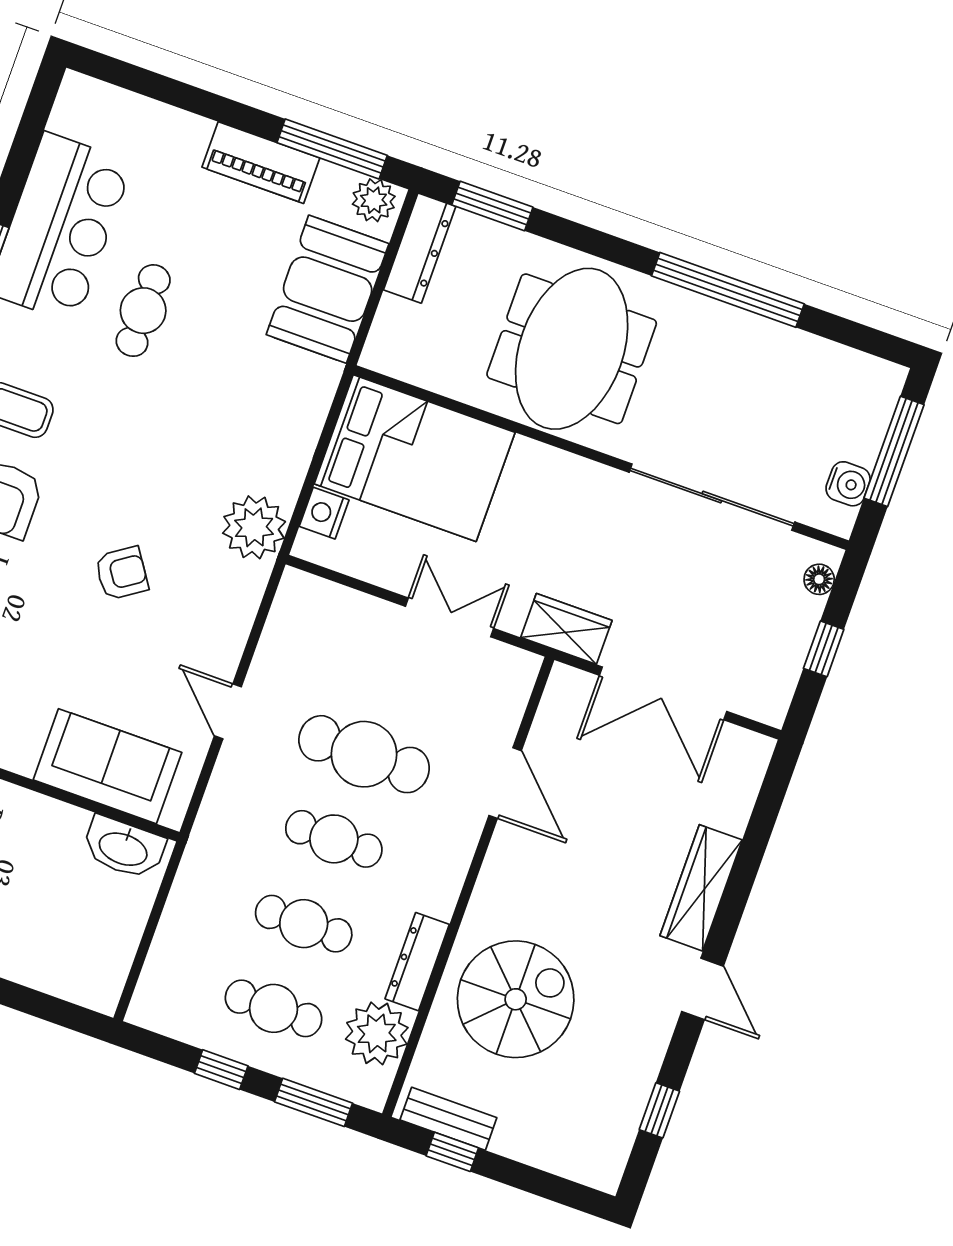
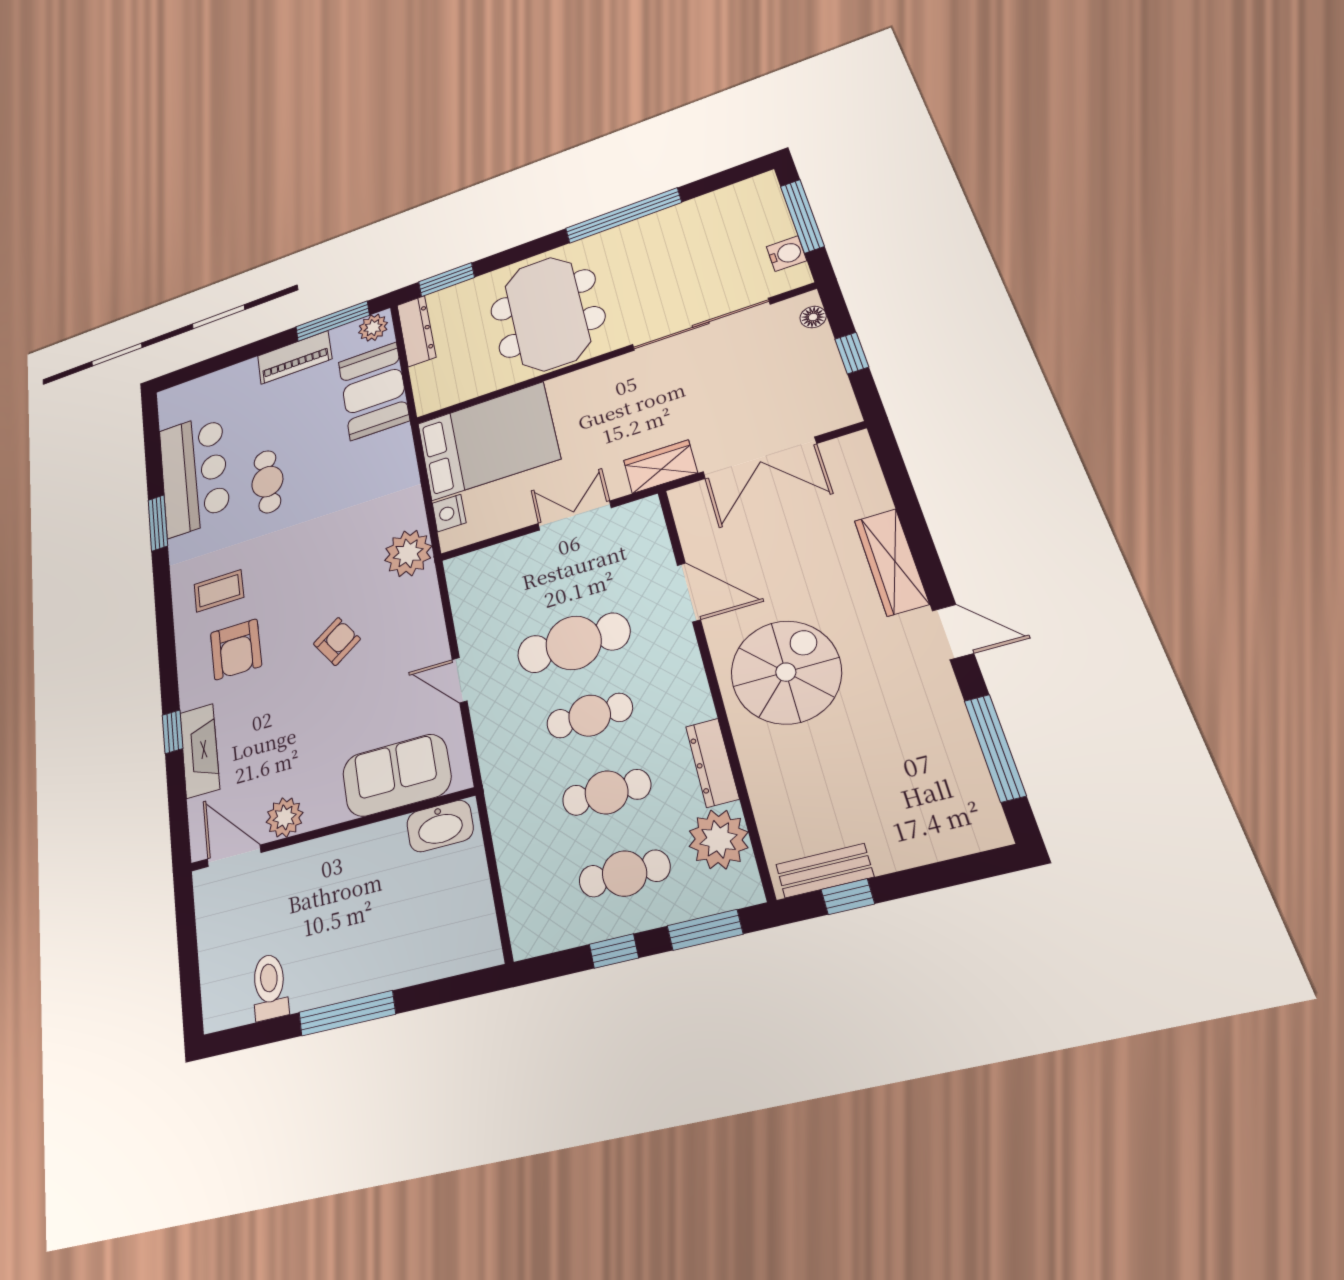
spiral stairs: (516, 999) -> (786, 672), moved
window: (659, 1110) -> (995, 748), width x2.17

